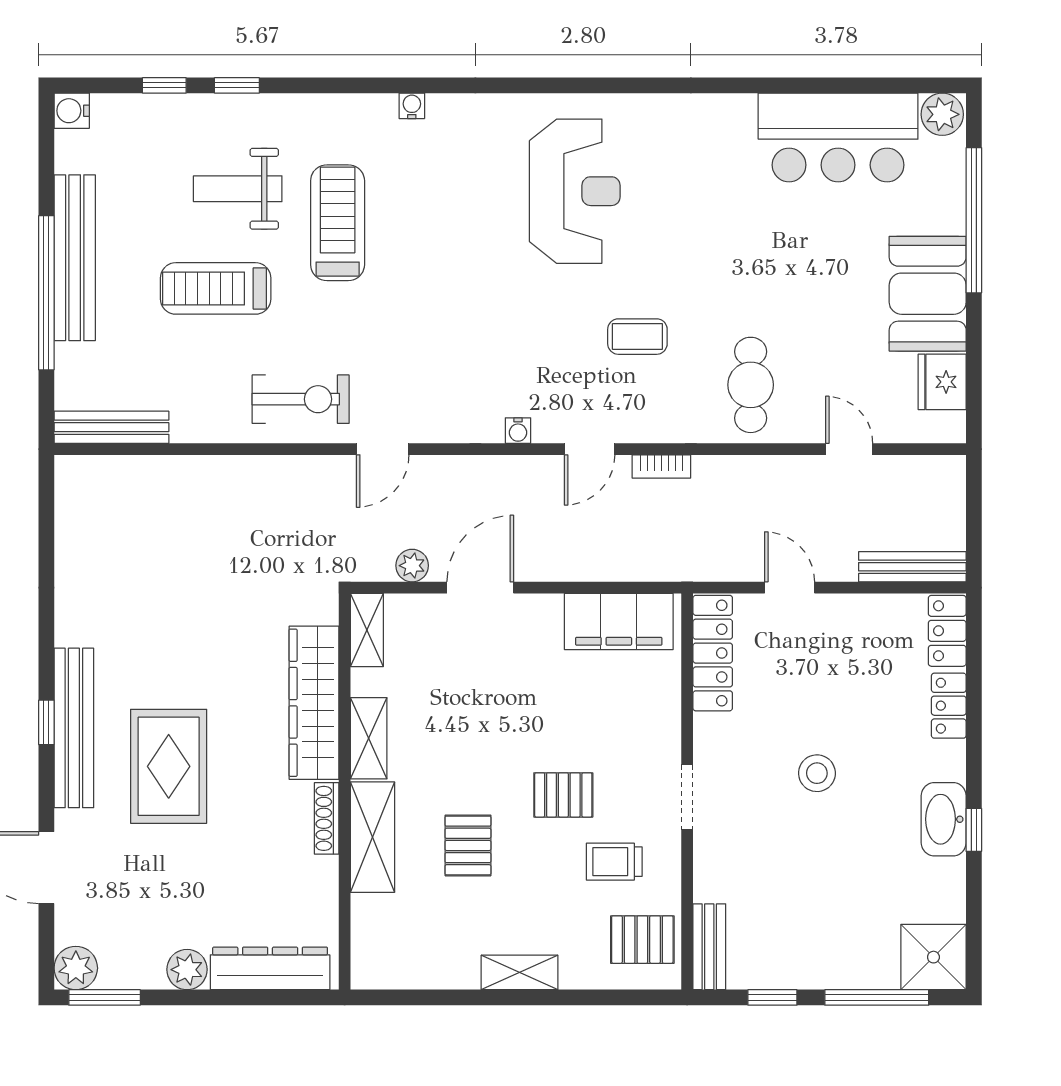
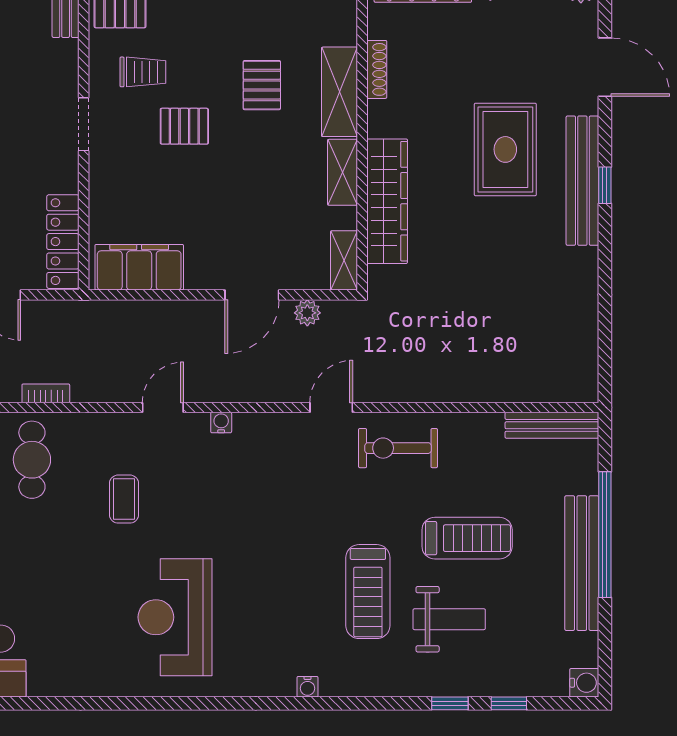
coffee table: (637, 337) -> (124, 499), turned 90
bookcase: (661, 466) -> (46, 393), moved
shoe rack: (327, 818) -> (377, 69), moved

